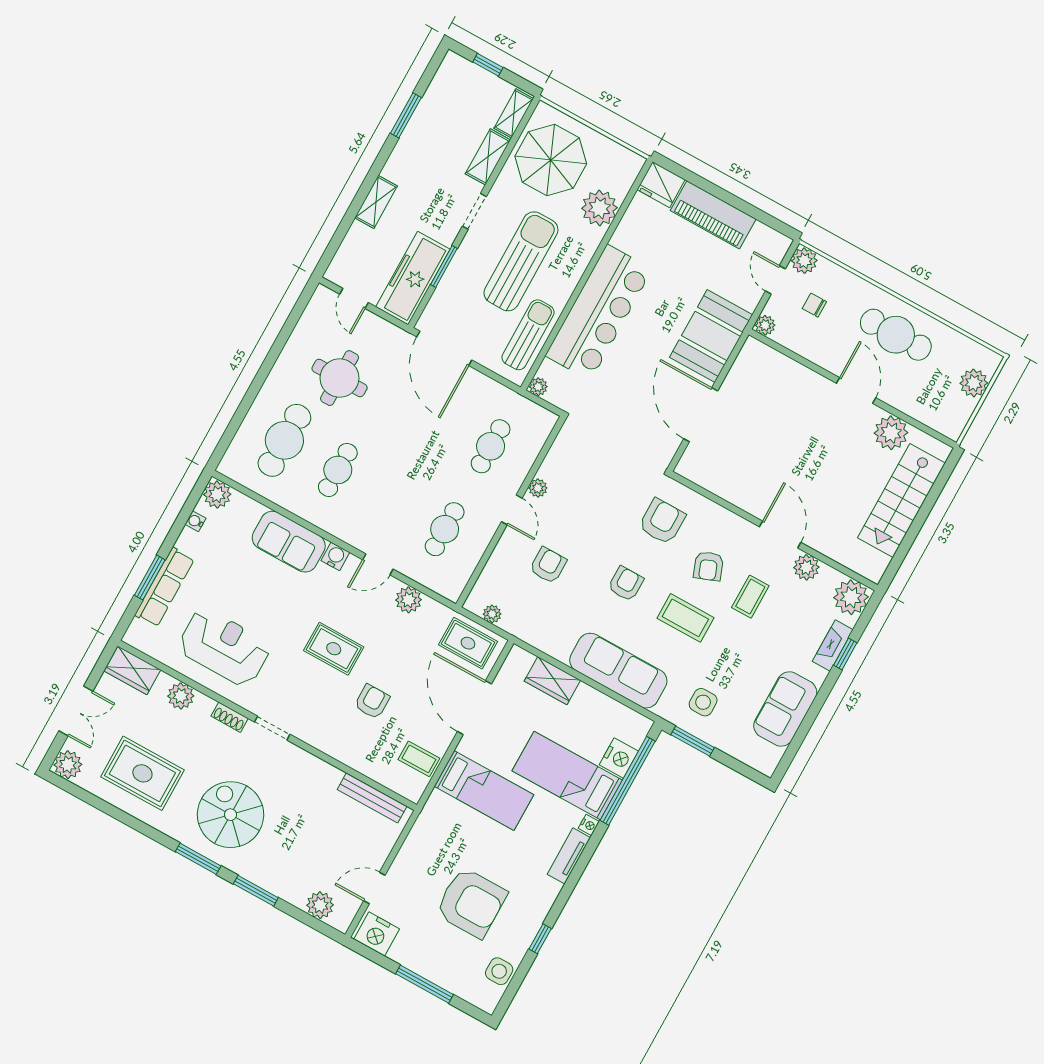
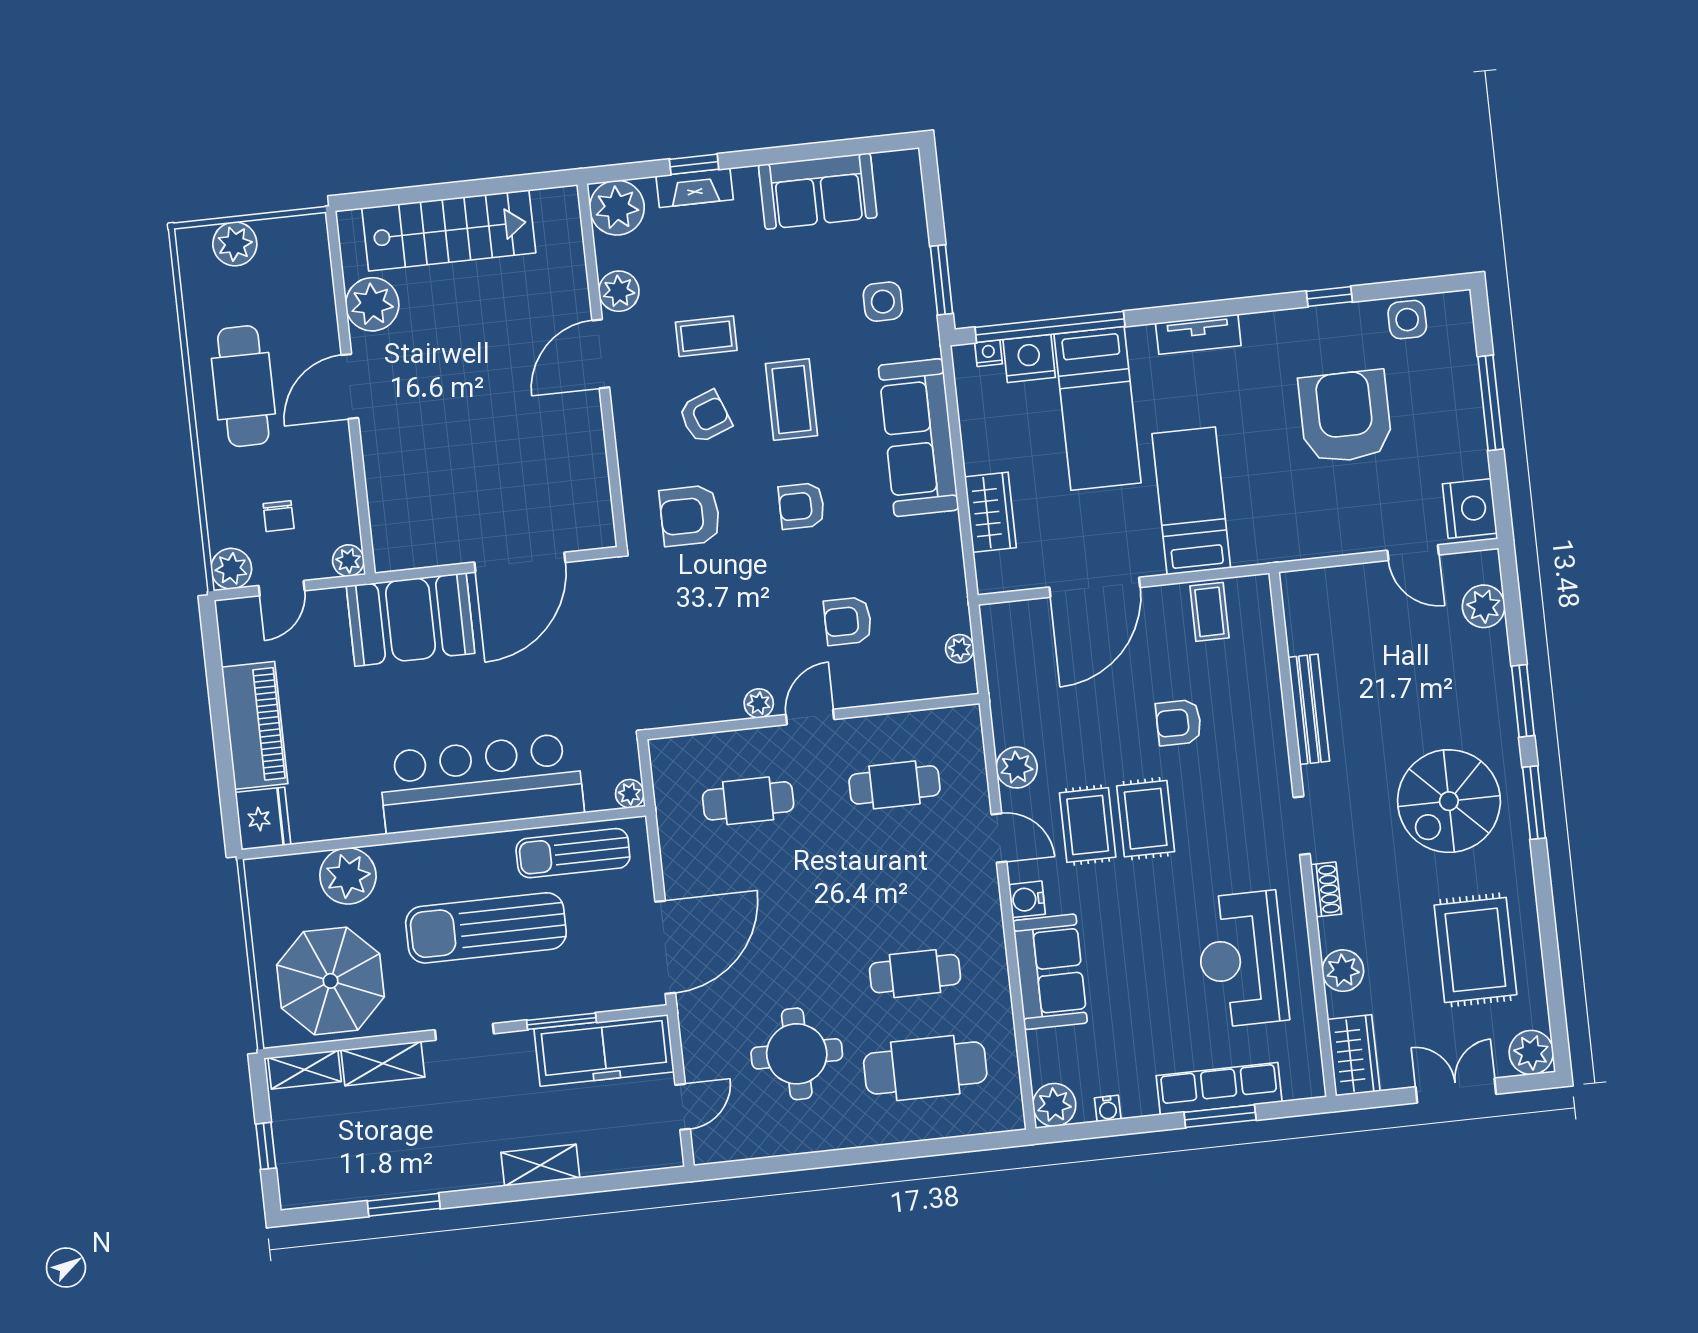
rug: (468, 643) -> (1088, 825), moved
bench: (372, 798) -> (1309, 709), moved
nightstand: (589, 825) -> (988, 353), moved

